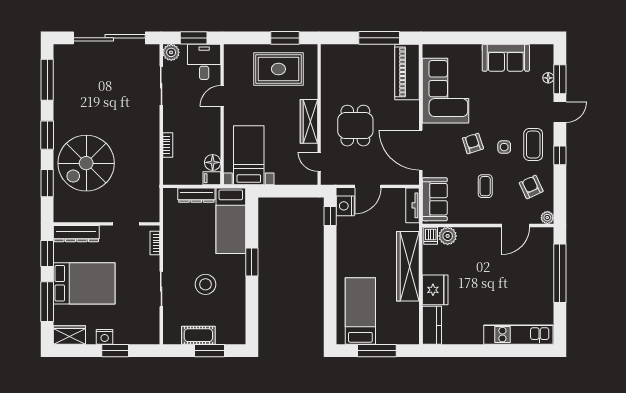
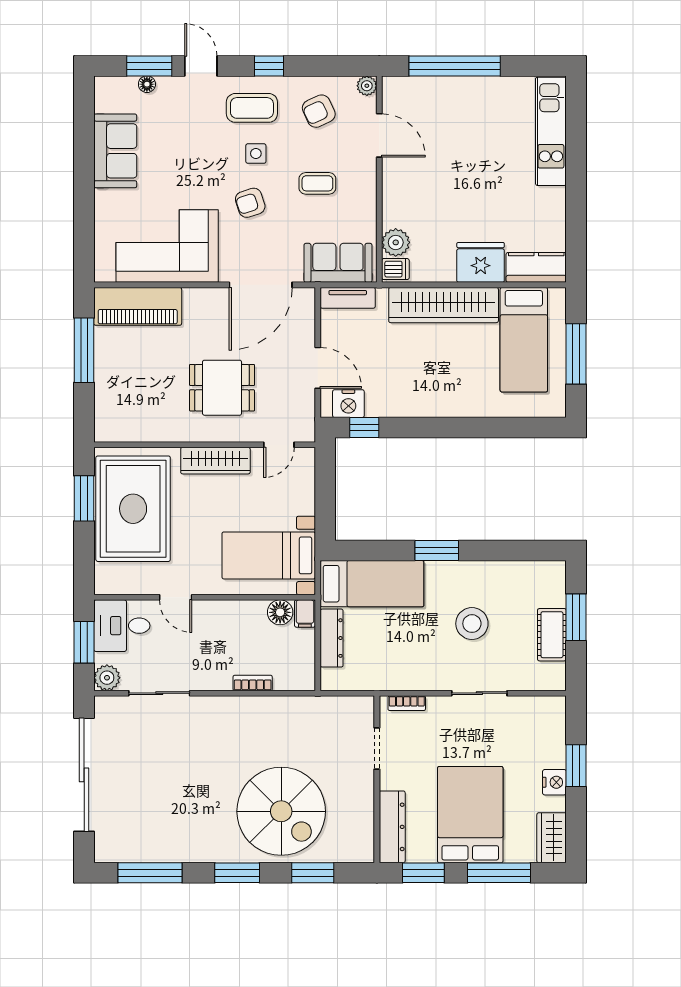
rug: (278, 69) -> (133, 509), width x1.37, depth x1.44
bed: (360, 311) -> (524, 340), moved, turned -90

